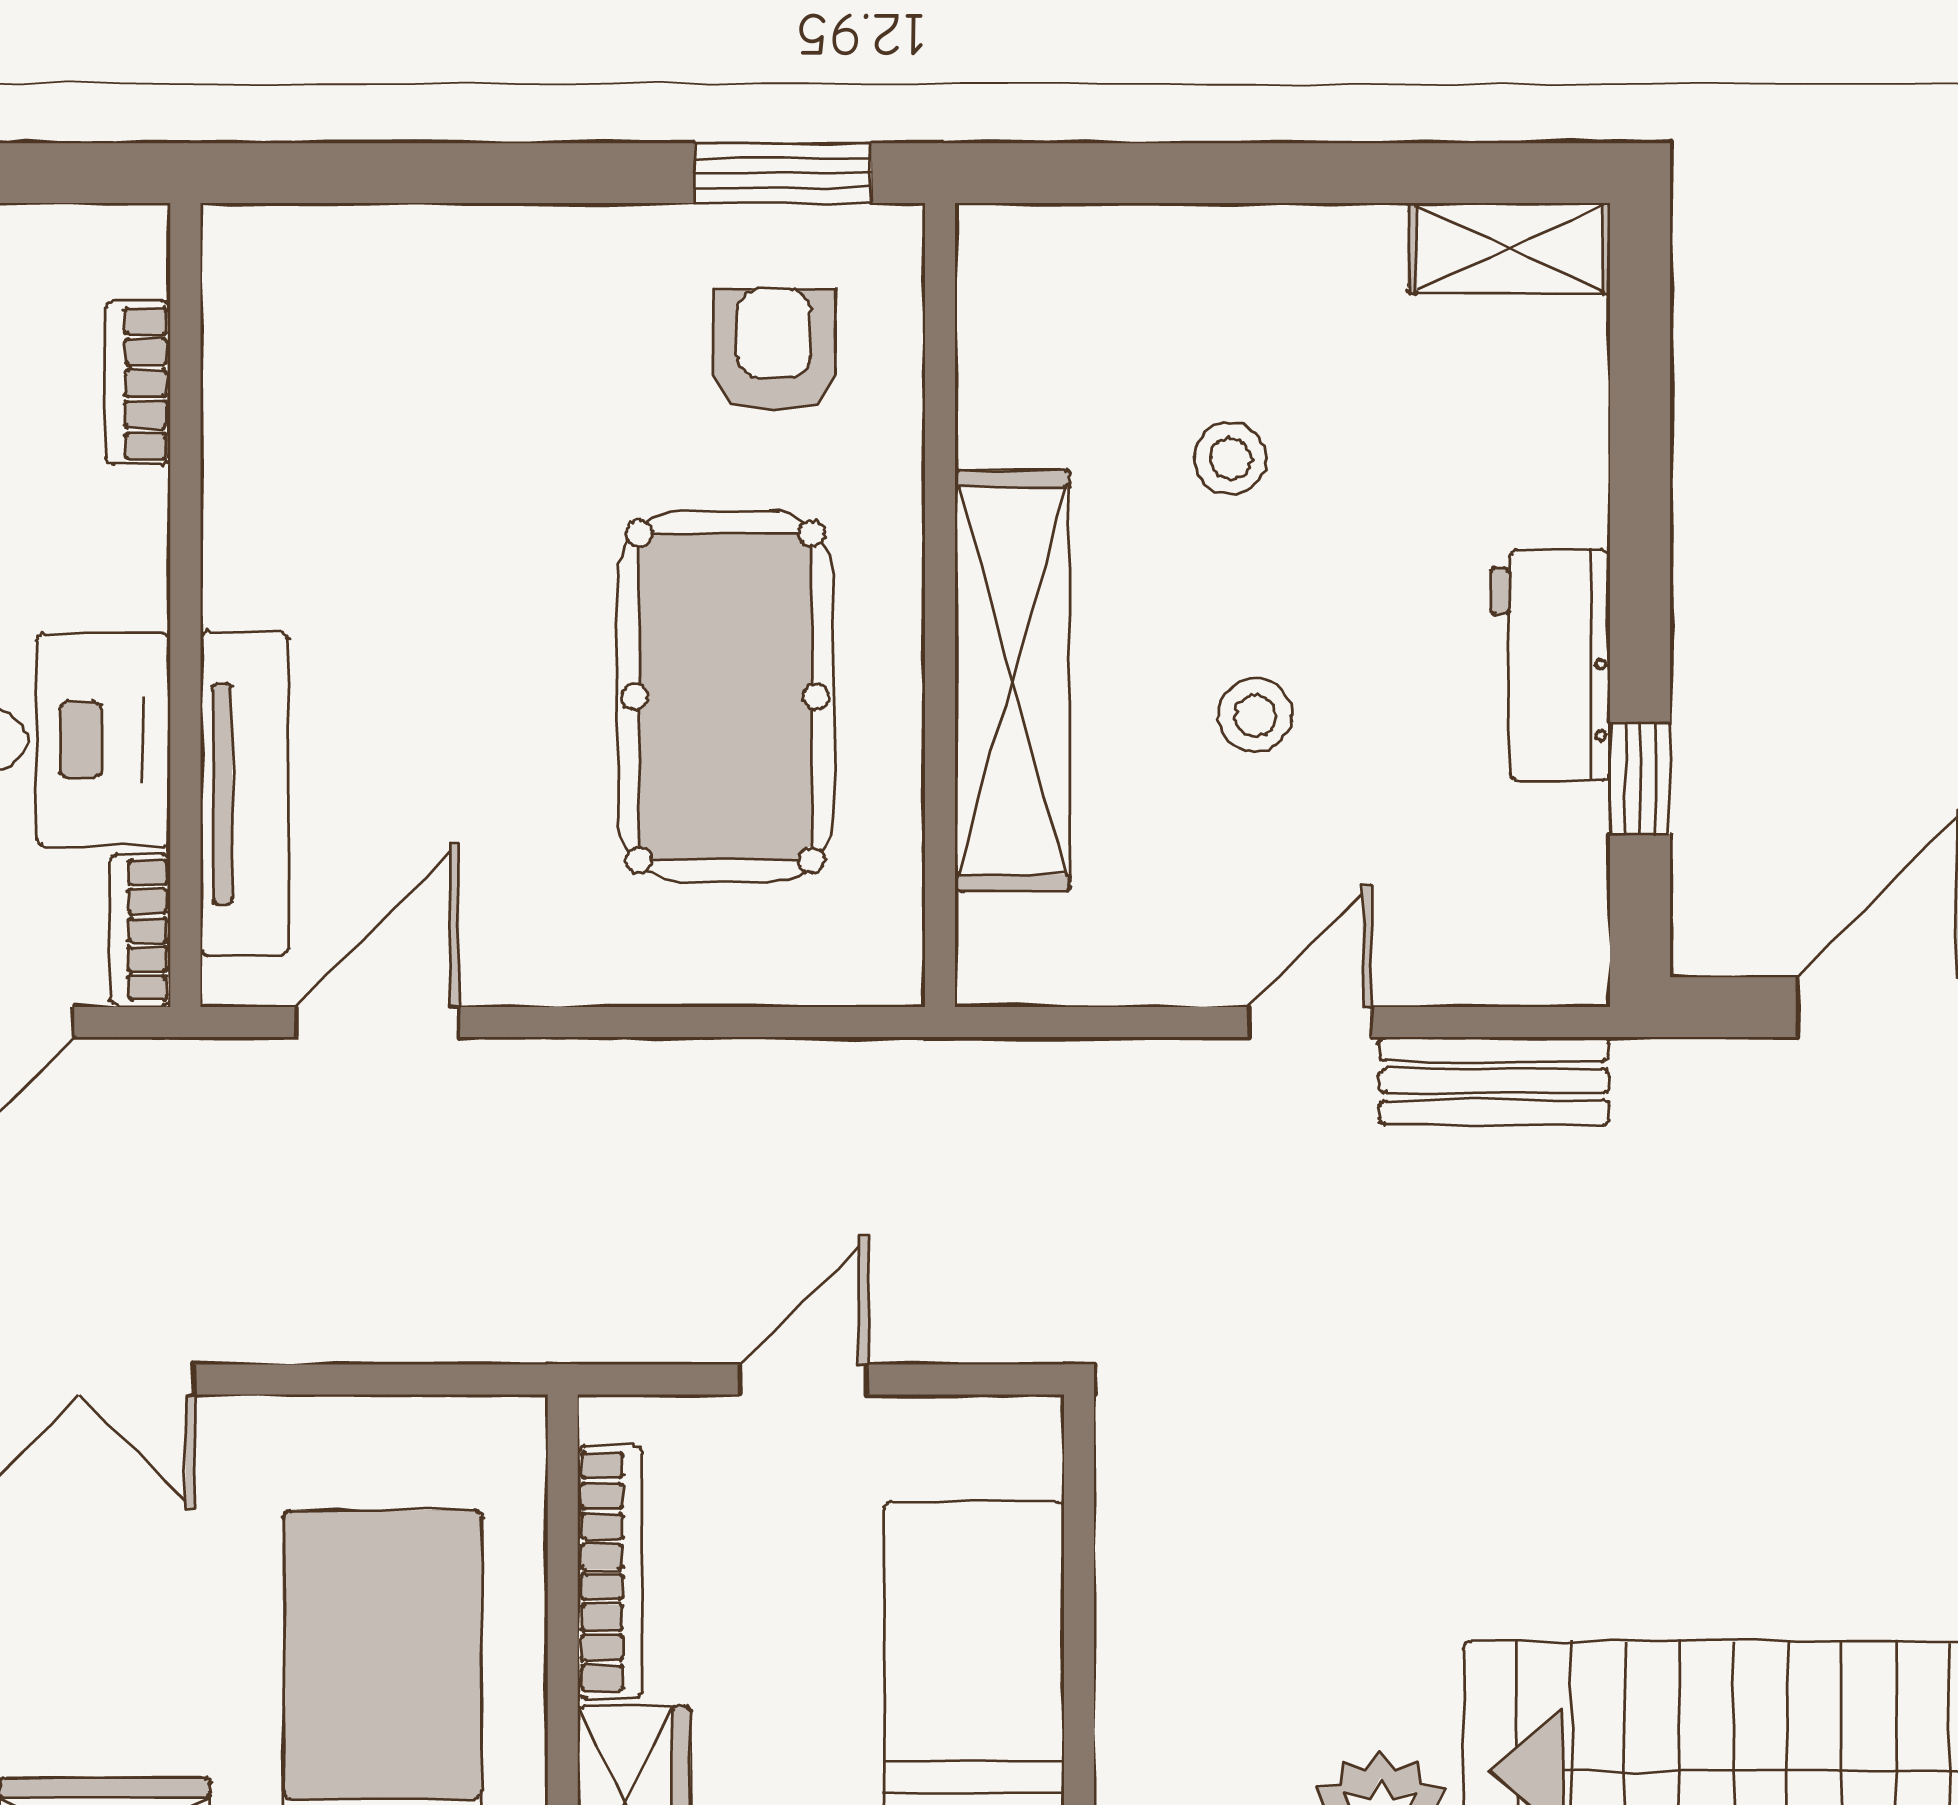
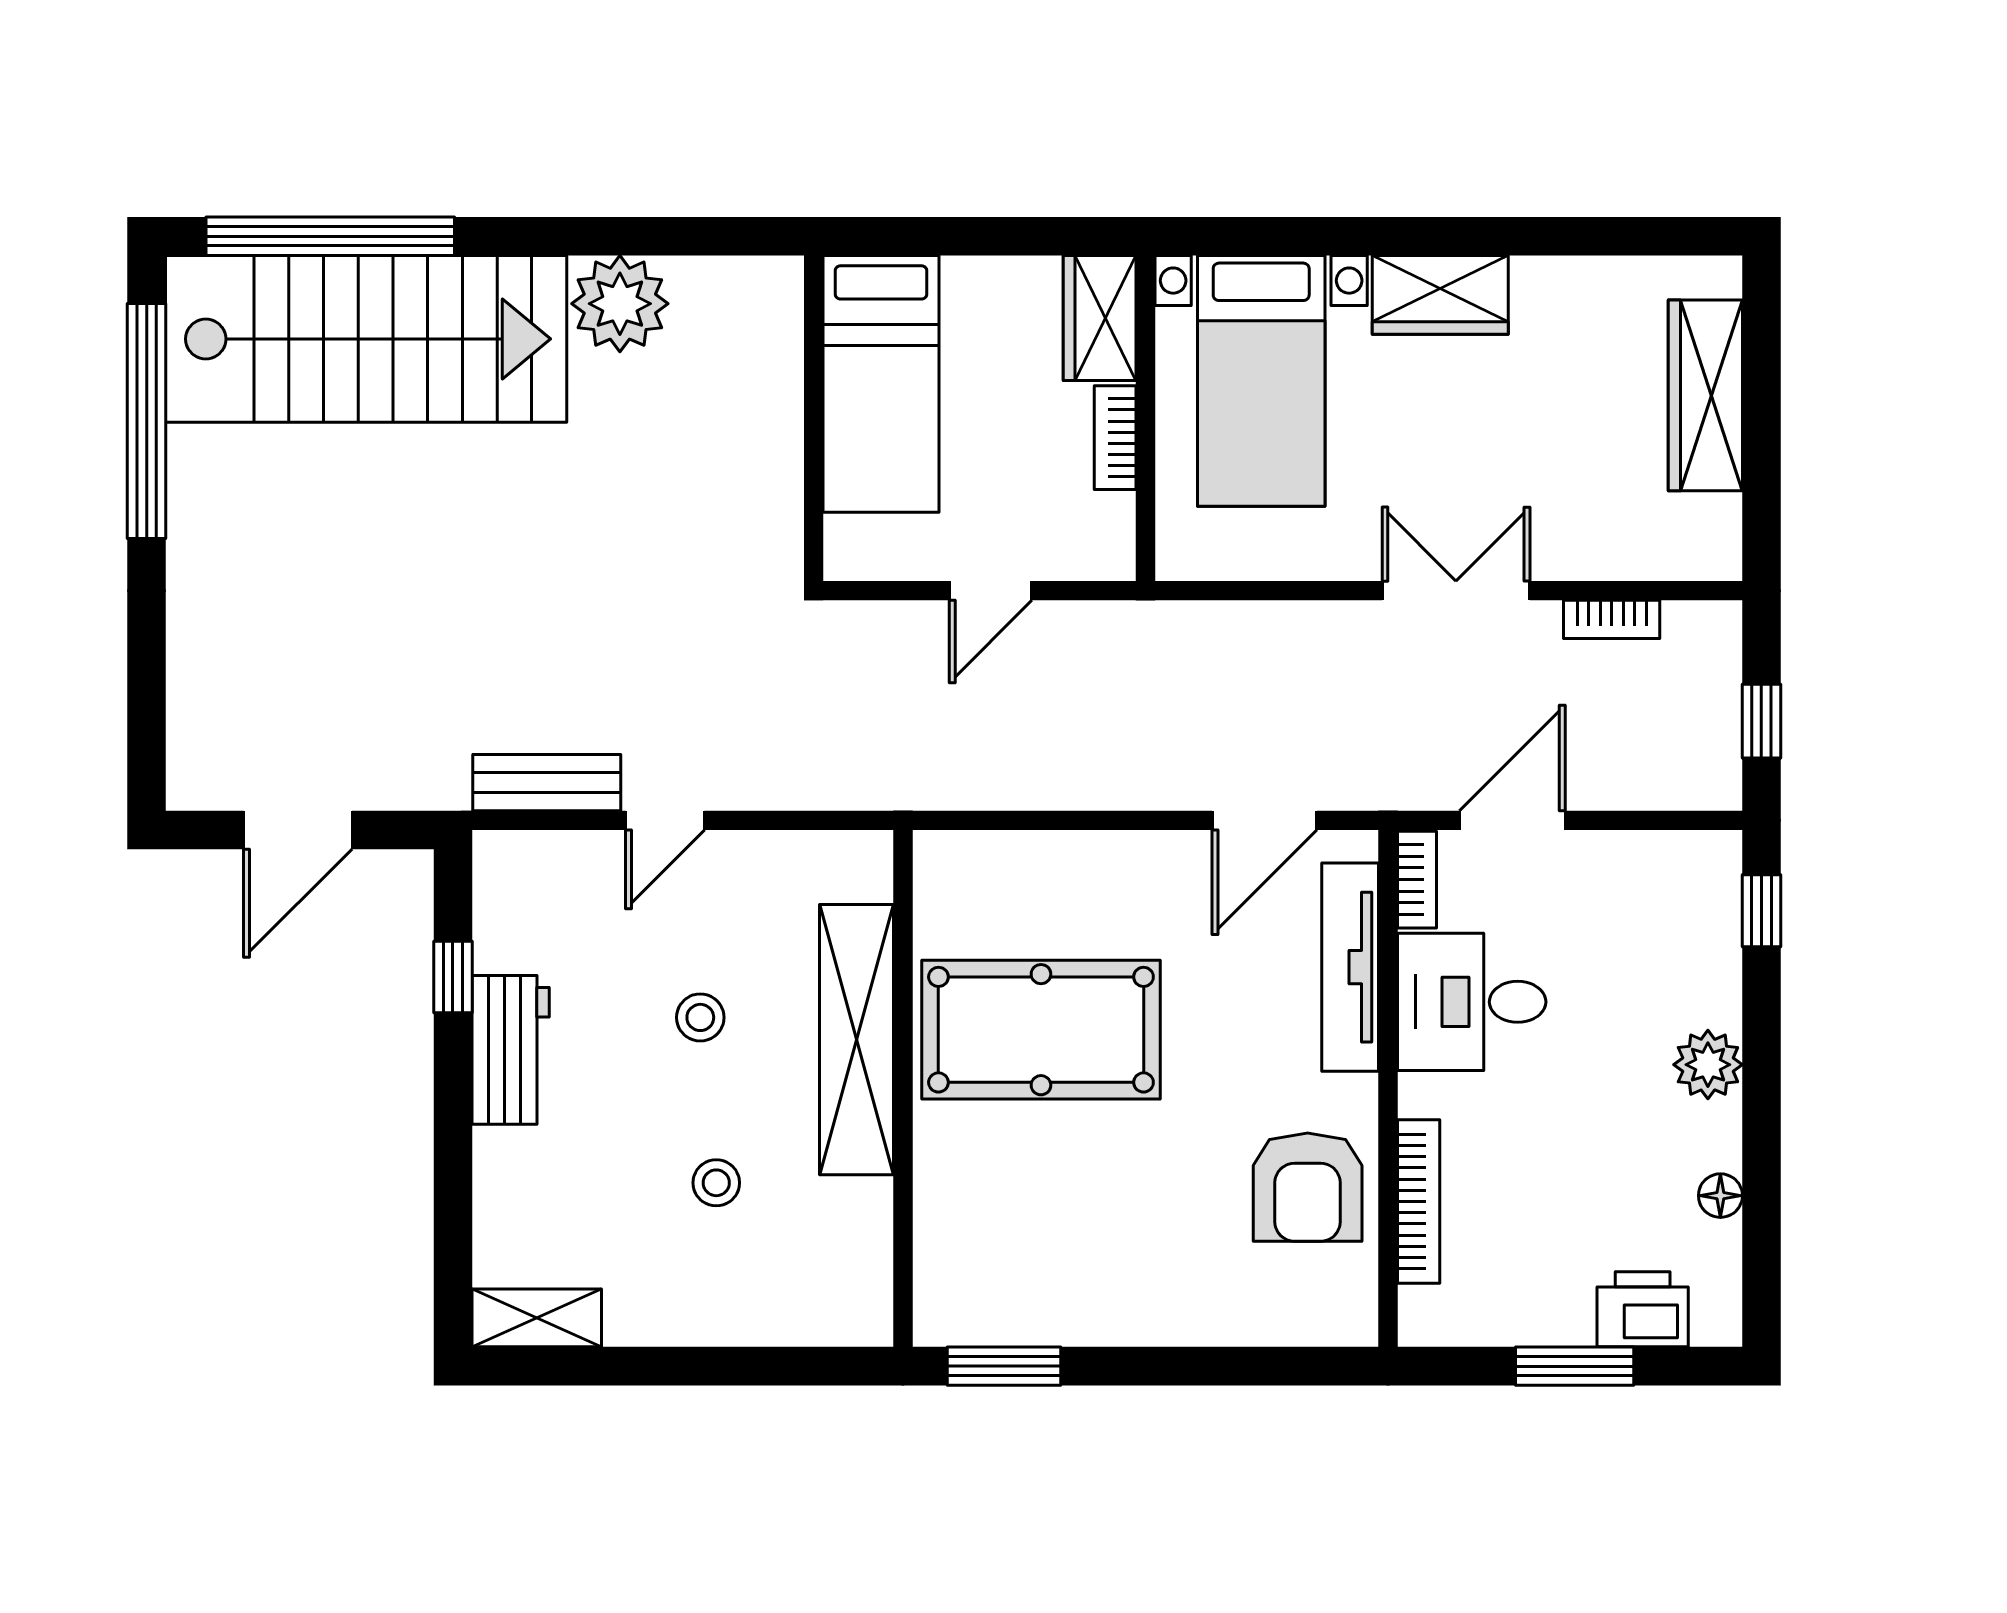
armchair: (774, 350) -> (1308, 1187), moved, width x1.38, depth x1.38
bookcase: (138, 383) -> (1419, 1202), width x1.56
pool table: (725, 697) -> (1041, 1030), turned 90
bookcase: (610, 1572) -> (1115, 438), width x0.64

